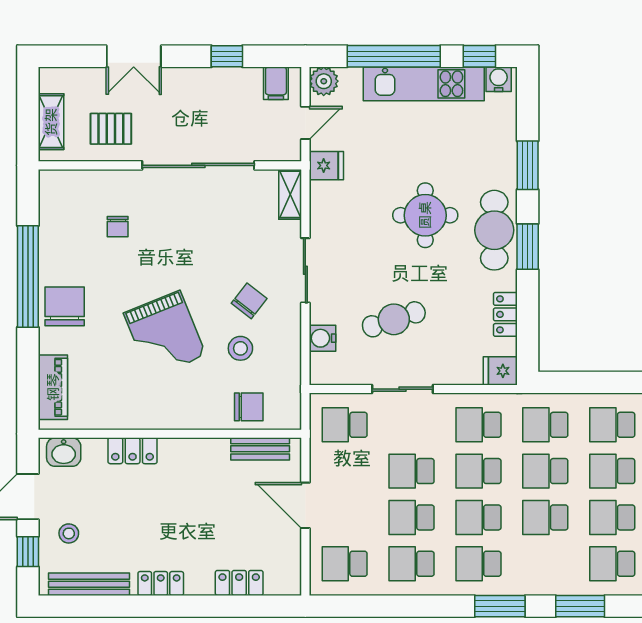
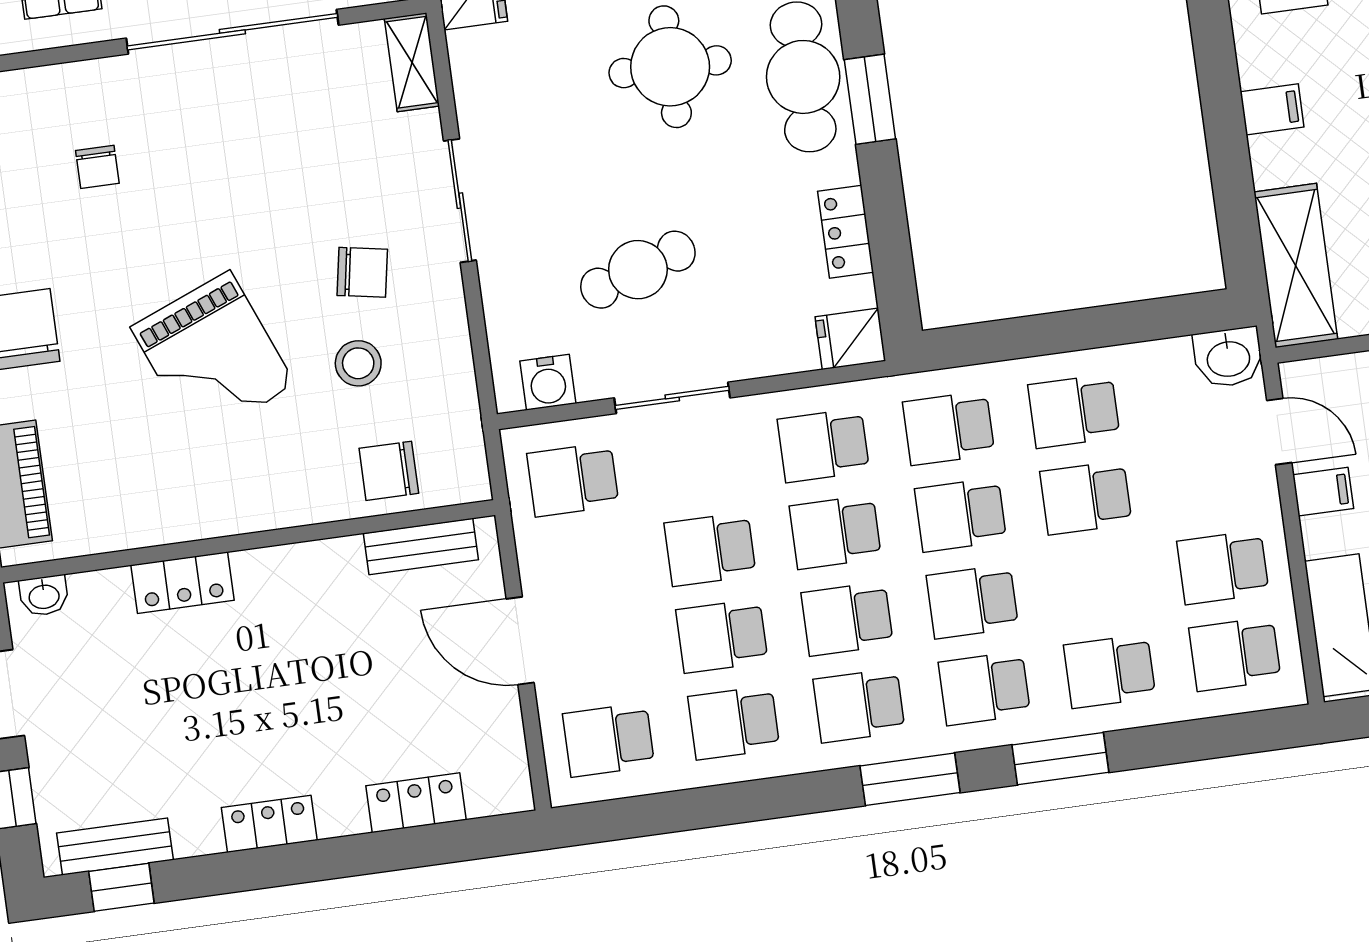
chair: (249, 301) -> (362, 272), turned 62
water cooler: (323, 338) -> (548, 382), moved, turned -90
chair: (249, 407) -> (389, 471), turned 180
washbasin: (64, 452) -> (44, 596), width x0.72, depth x0.69
school desk: (612, 517) -> (984, 688), moved
stool: (69, 533) -> (84, 754), removed
bench: (89, 584) -> (115, 847), width x0.73
window: (79, 606) -> (121, 887), added

